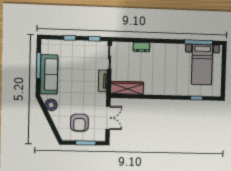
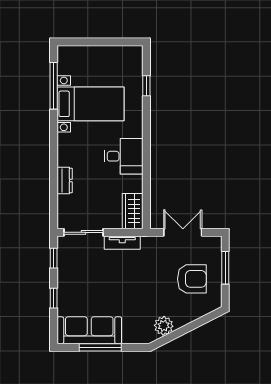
bed with nightstands: (202, 65) -> (90, 104), moved
sofa: (49, 74) -> (89, 330), moved
desk: (155, 83) -> (124, 156), added
wardrobe: (127, 88) -> (133, 211), width x0.67

